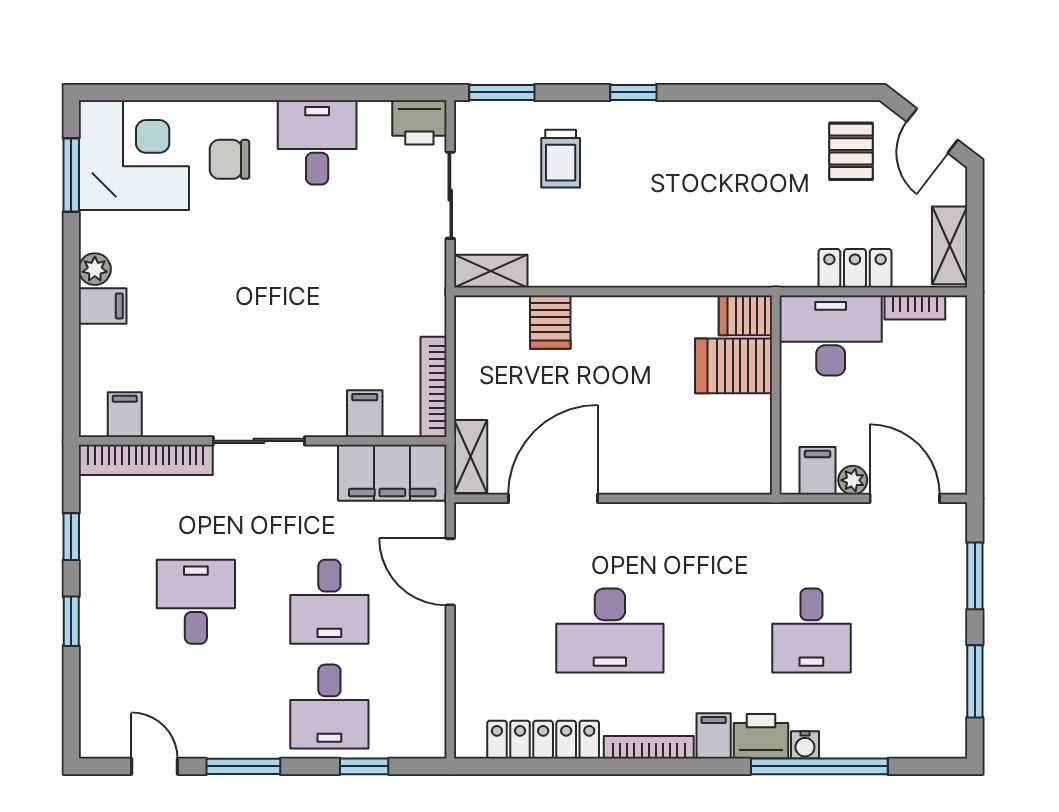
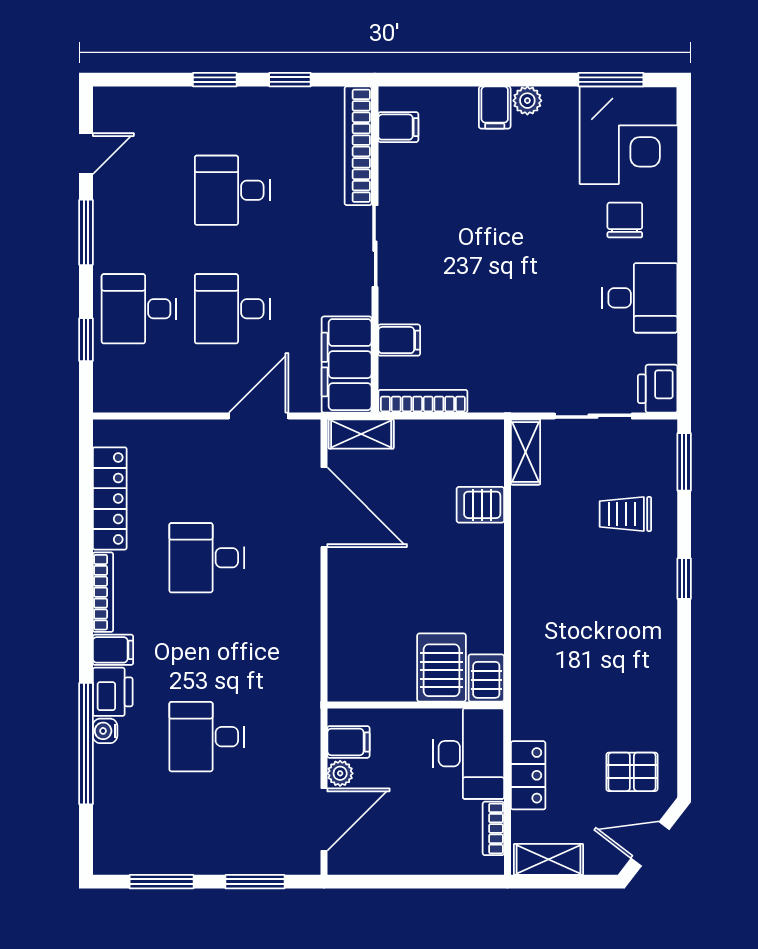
desk: (196, 602) -> (232, 190), turned 180
desk: (610, 630) -> (207, 558), width x0.73

